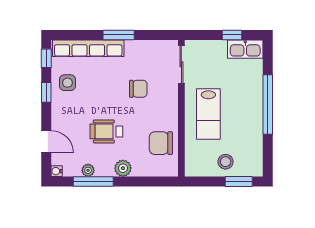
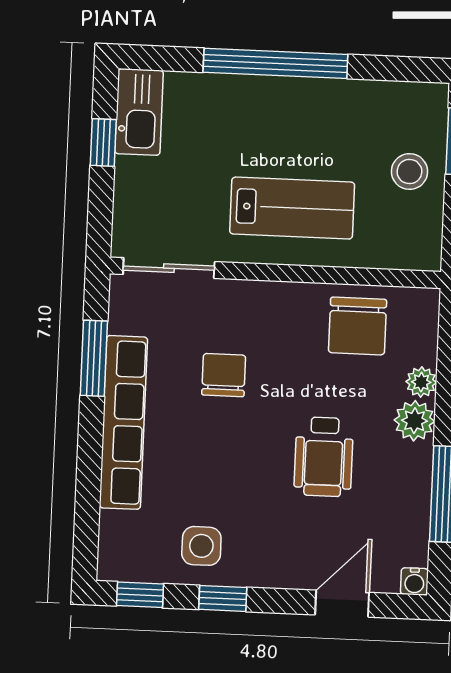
window: (119, 35) -> (94, 358), moved
row of seats: (88, 48) -> (123, 422), moved
plant: (88, 170) -> (421, 382), moved

